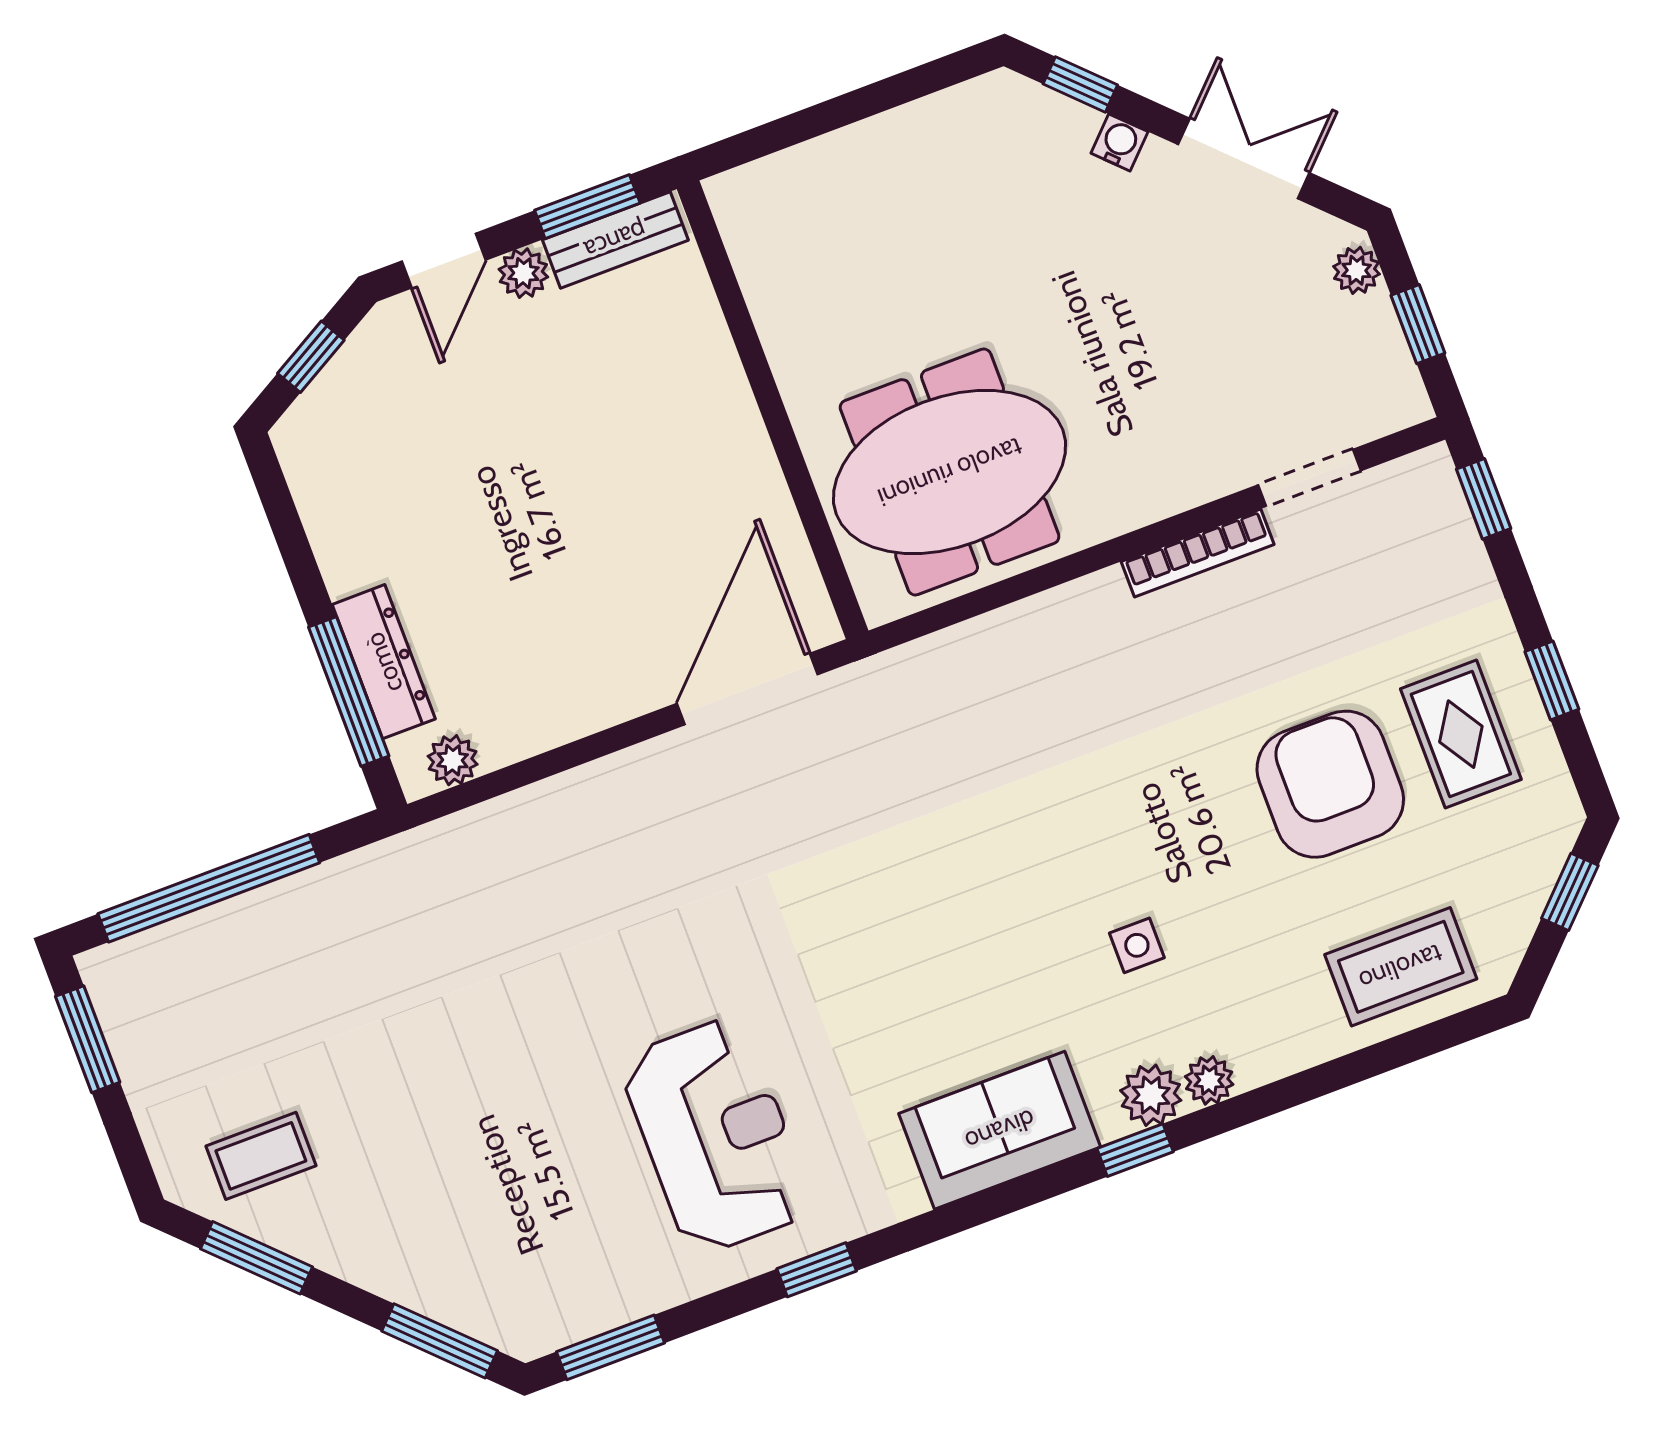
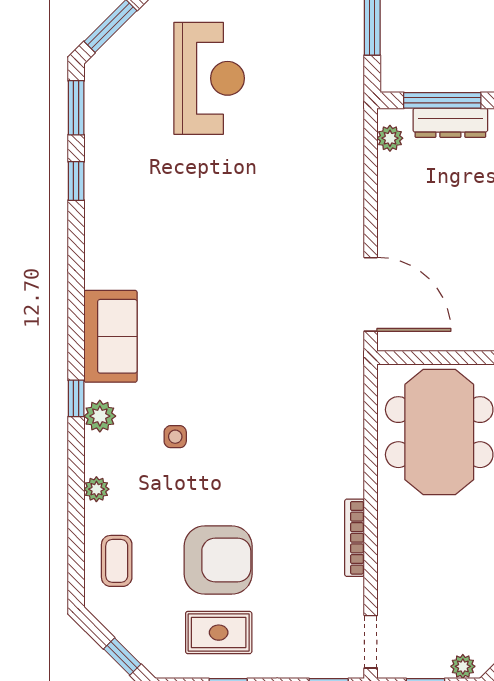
doorway: (1310, 478) -> (371, 642), moved
coffee table: (1401, 967) -> (117, 561), width x0.73, depth x0.77
plant: (1209, 1080) -> (96, 489), moved
reception desk: (716, 1136) -> (209, 78), moved, turned -90
window: (817, 1270) -> (76, 181), moved

